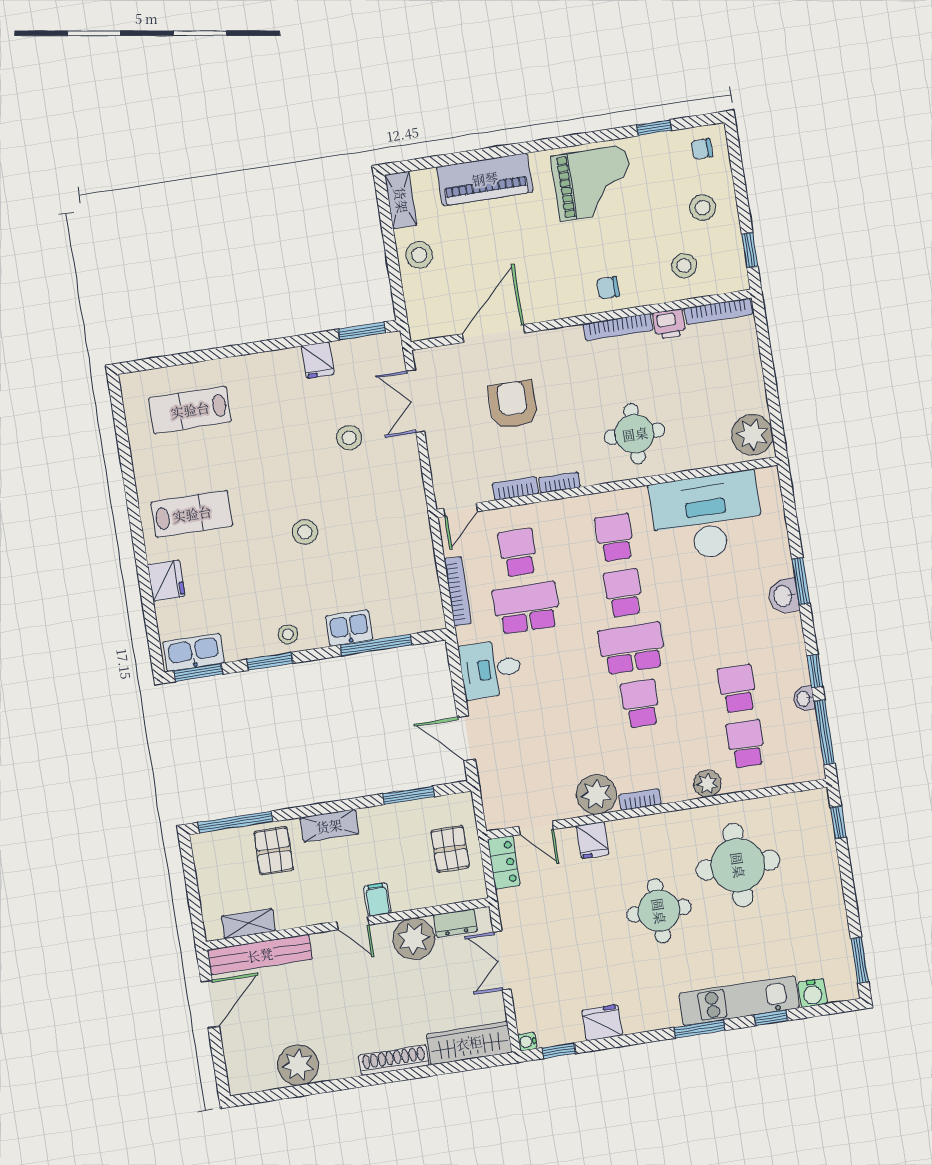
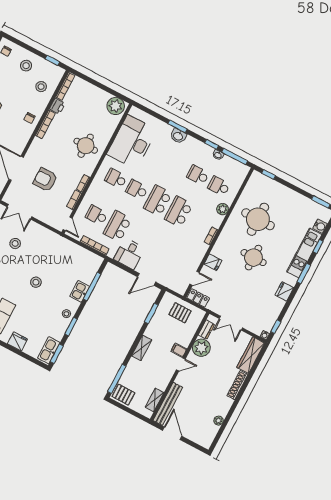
school desk: (640, 704) -> (179, 212), width x1.85
plant: (596, 794) -> (198, 249), removed
pallet: (274, 851) -> (123, 395), moved
fridge: (602, 1023) -> (284, 291), moved
plant: (298, 1065) -> (219, 421), width x0.53, depth x0.53

